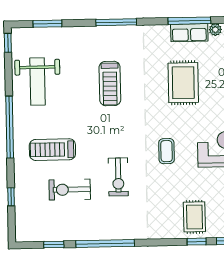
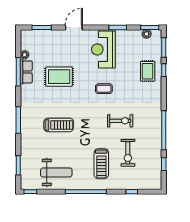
rug: (194, 217) -> (148, 71), turned 90

